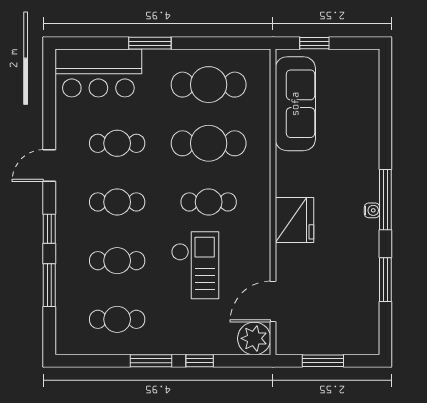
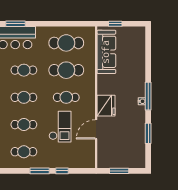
window: (150, 43) -> (15, 24), moved
door: (273, 301) -> (96, 129), moved
plant: (254, 338) -> (87, 161), removed

